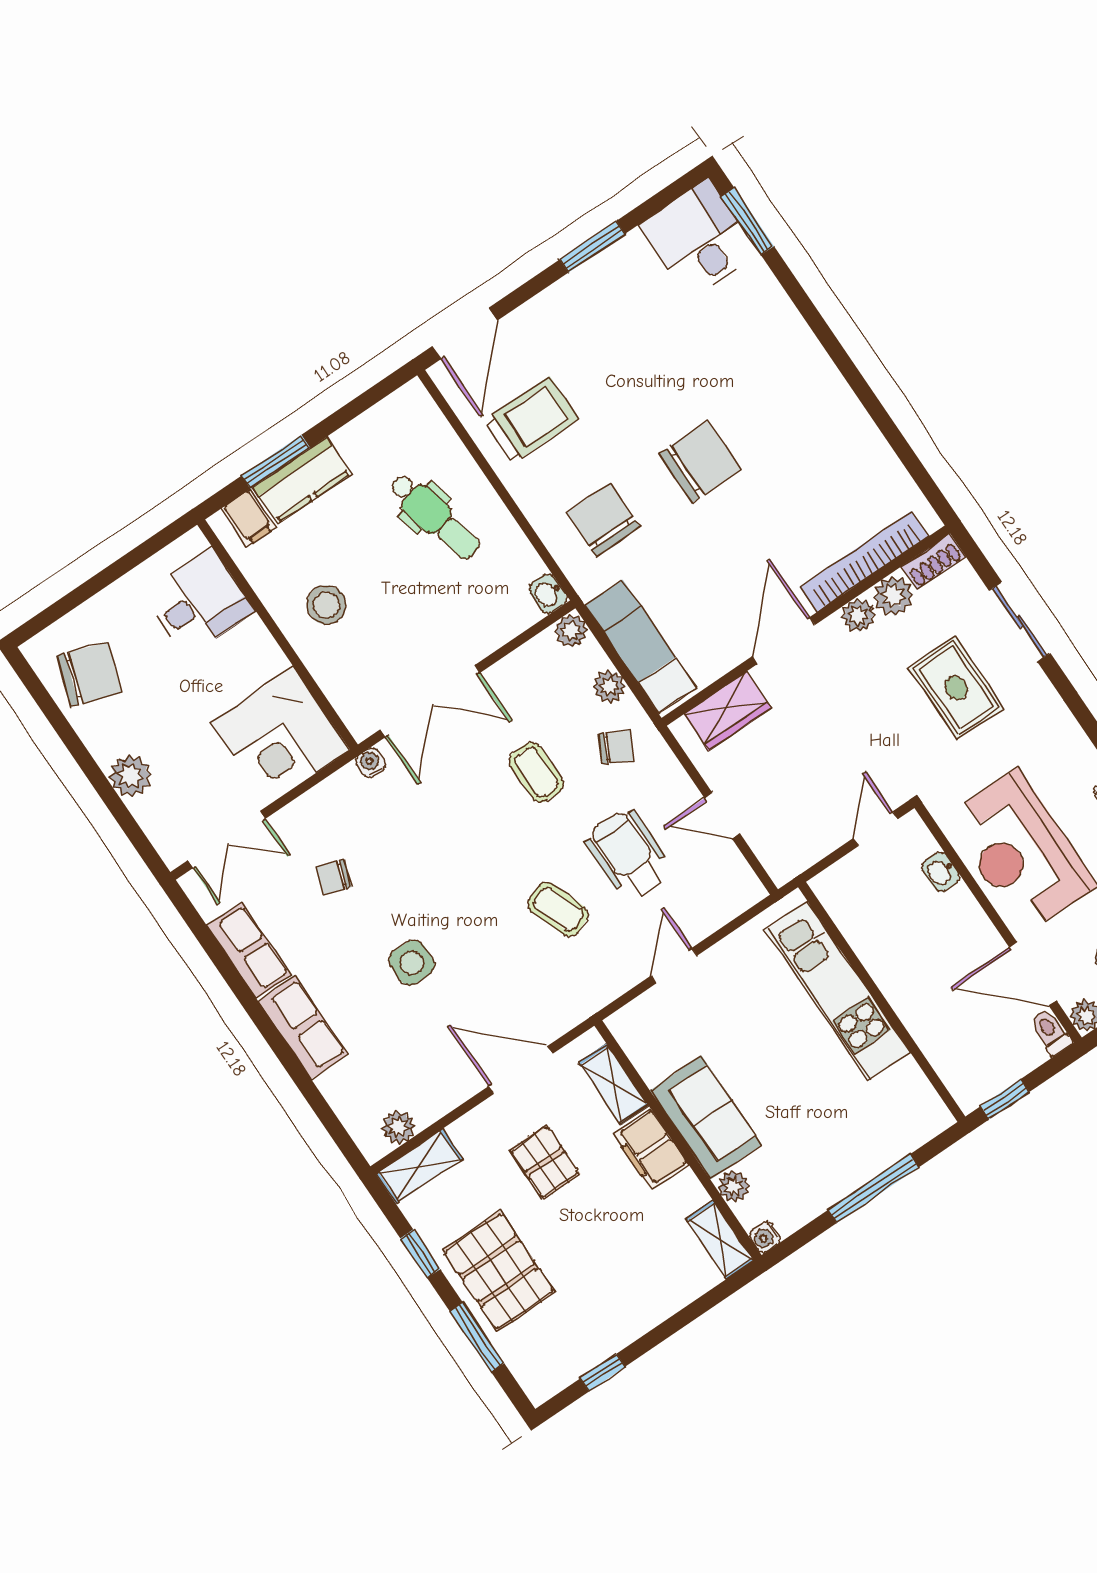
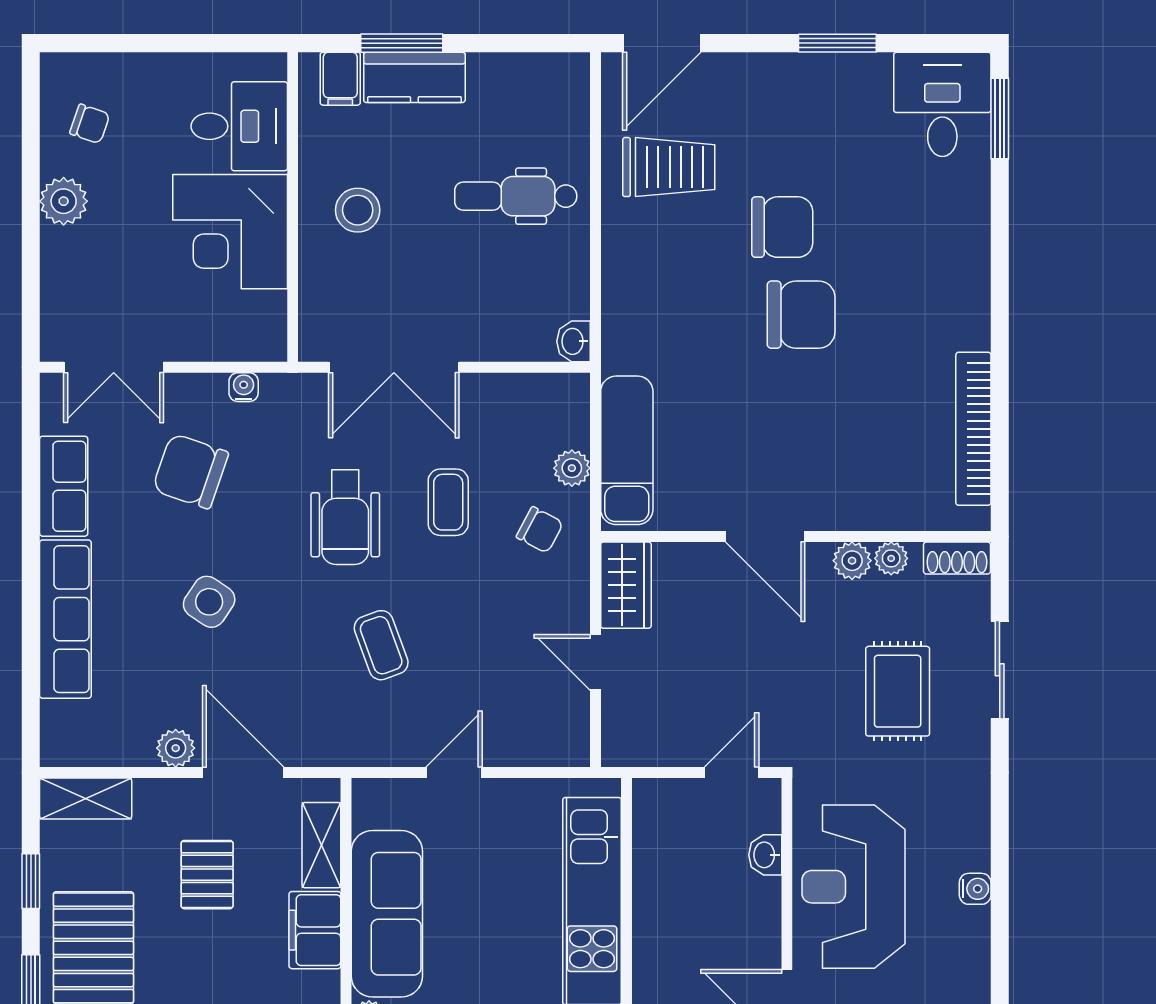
dental chair: (434, 517) -> (516, 196), turned 103
chair: (603, 520) -> (782, 227), moved, turned 90
bookcase: (864, 562) -> (973, 429), moved, turned -90
plant: (893, 596) -> (891, 558), width x0.73, depth x0.73
plant: (571, 631) -> (571, 391), removed
door: (783, 641) -> (765, 536), swing flipped
chair: (89, 674) -> (90, 124), width x0.54, depth x0.54
wardrobe: (728, 711) -> (626, 585), moved, turned -90
corner desk: (280, 736) -> (230, 232), moved
water cooler: (371, 763) -> (244, 387), moved
plant: (130, 776) -> (64, 201), moved
wheelchair: (628, 855) -> (345, 517), moved, turned 180
chair: (334, 877) -> (190, 471), width x1.87, depth x1.87
side table: (412, 963) -> (209, 602), turned 34
row of seats: (303, 1028) -> (65, 619), width x1.48
sofa: (706, 1118) -> (387, 914), width x1.36
plant: (398, 1127) -> (176, 748), moved

